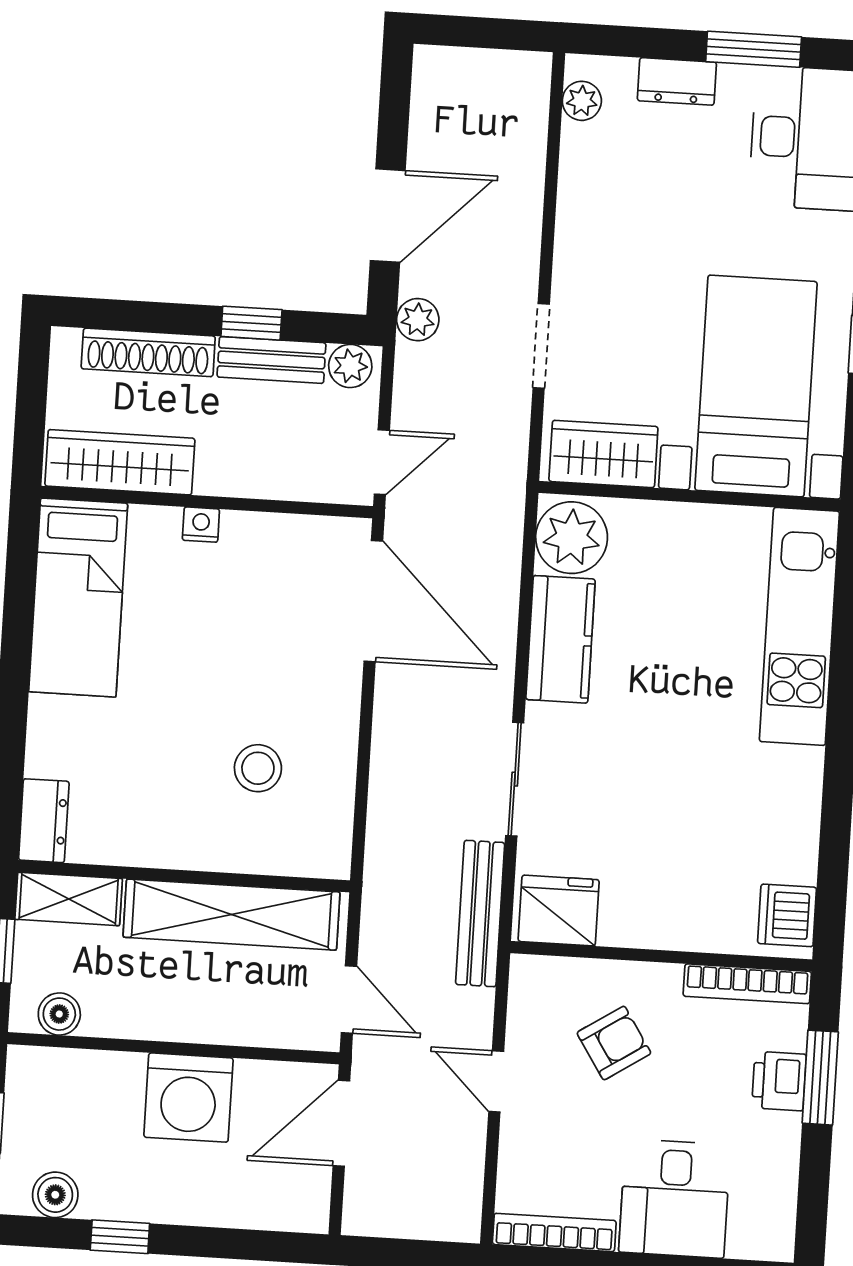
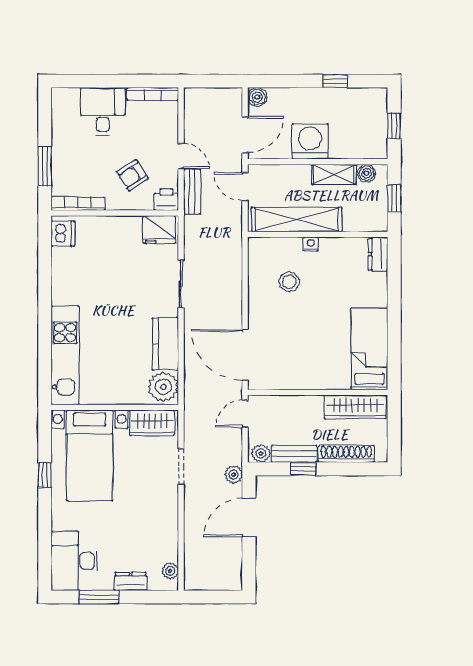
nightstand: (201, 525) -> (311, 244), moved, turned 180
shelving: (69, 899) -> (334, 174), moved
bench: (480, 914) -> (192, 192), moved, width x0.73
printer: (779, 1081) -> (166, 200), moved, turned -90
boiler: (55, 1195) -> (257, 97), moved

